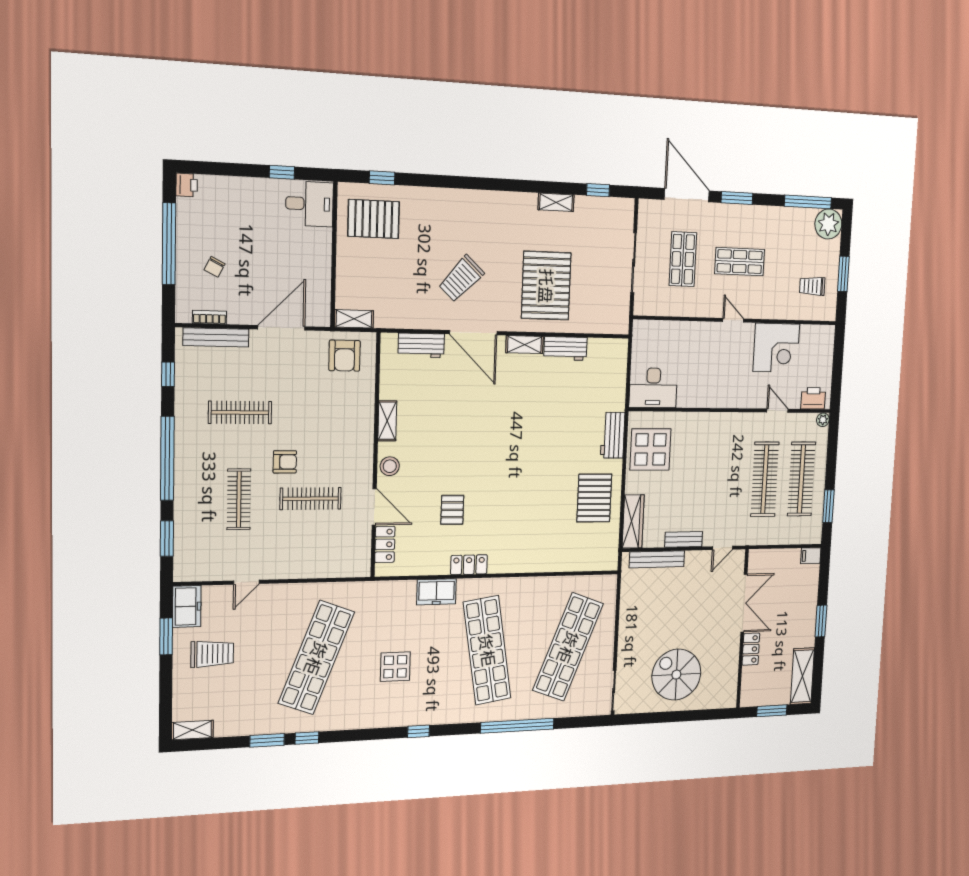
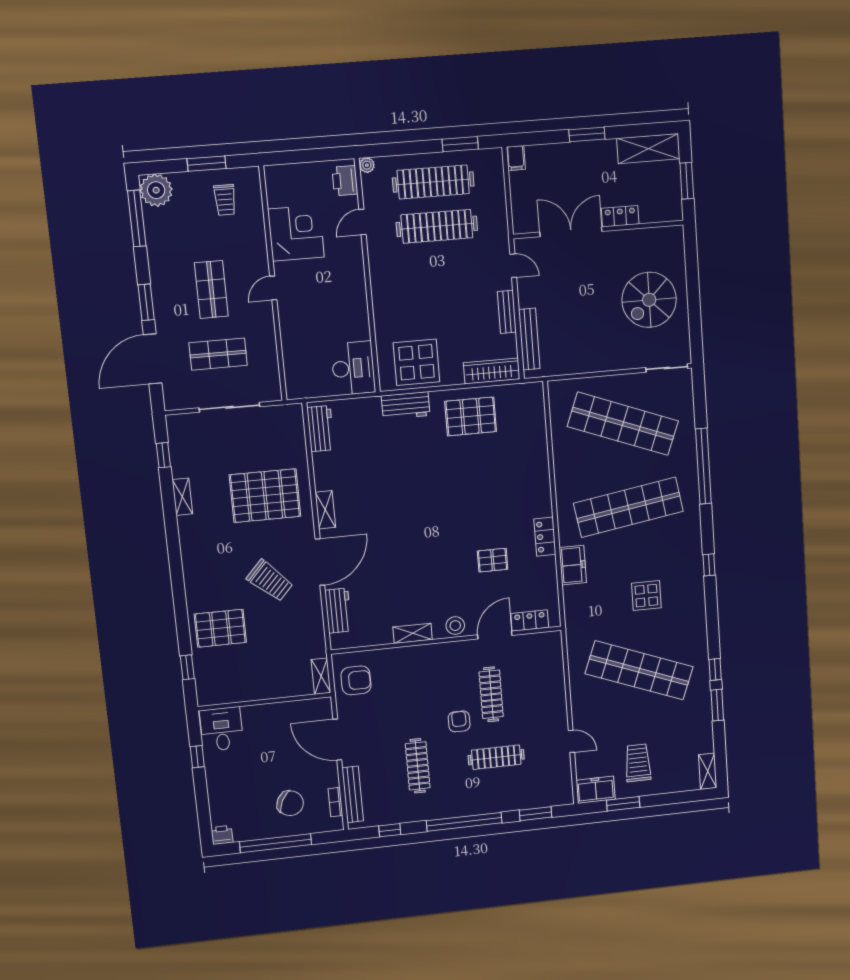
pallet: (374, 219) -> (220, 628), moved, turned 90
chair: (215, 267) -> (290, 803), width x1.87, depth x1.87
workbench: (565, 349) -> (321, 429), moved

